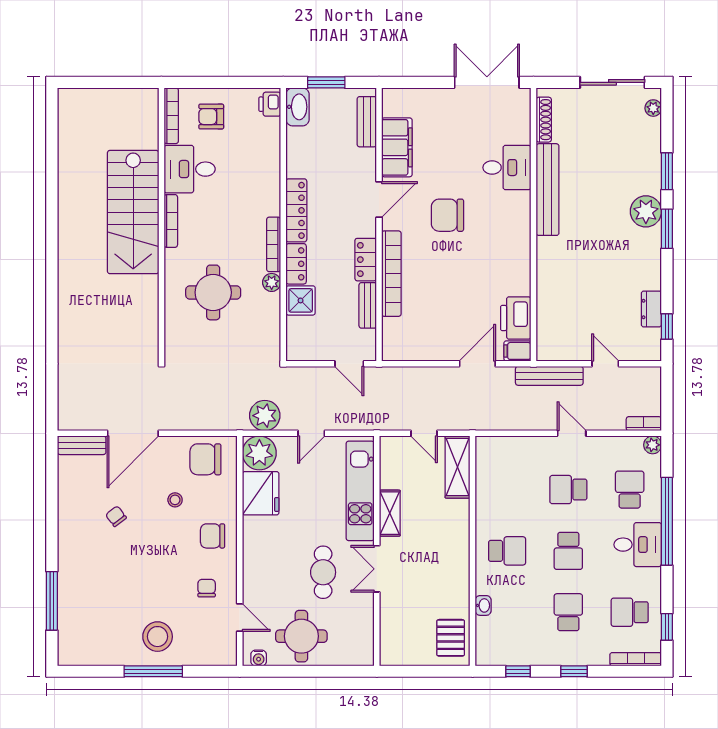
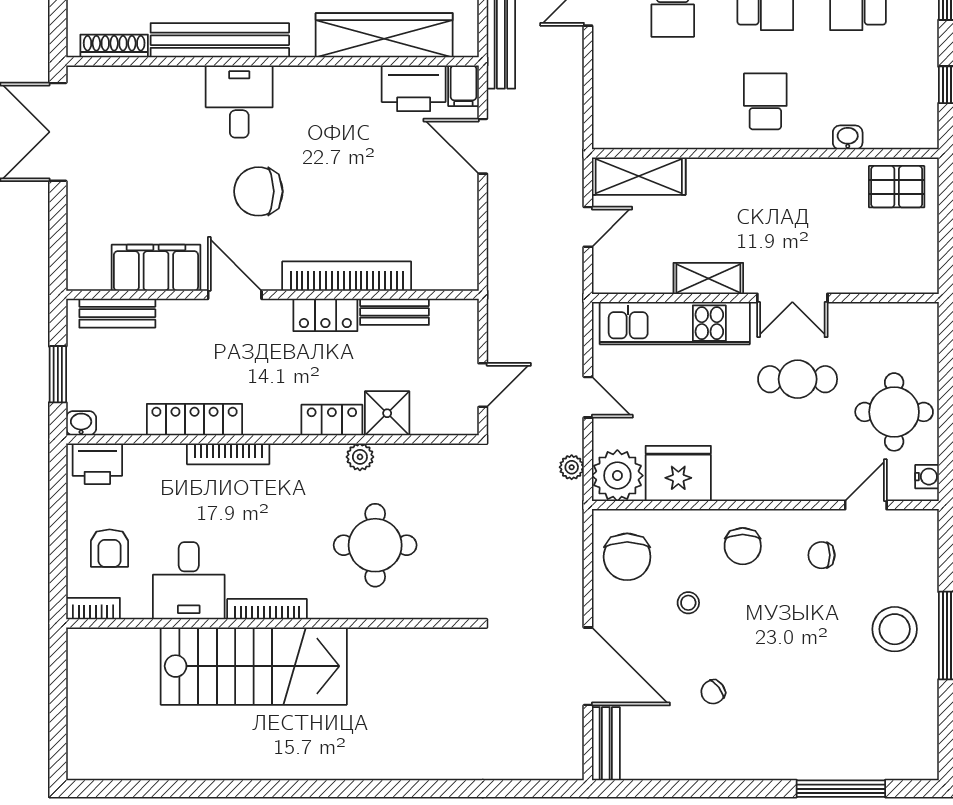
printer: (270, 104) -> (97, 464), width x1.36, depth x1.24
washbasin: (298, 107) -> (81, 423), width x0.52, depth x0.69
bookcase: (171, 116) -> (93, 609), width x0.64
desk: (507, 168) -> (239, 102), moved
locker: (296, 210) -> (195, 420), moved
chair: (447, 215) -> (258, 191), turned 90
bookcase: (274, 244) -> (228, 454), moved
wardrobe: (551, 299) -> (384, 35), added
door: (349, 364) -> (483, 385), moved
plant: (265, 416) -> (572, 467), width x0.53, depth x0.53

